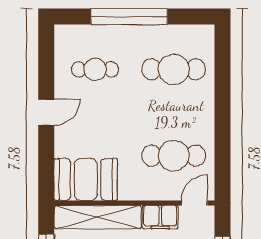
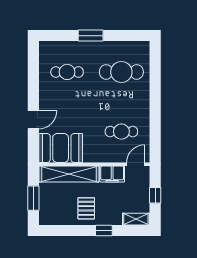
window: (129, 17) -> (91, 36), width x0.47
door: (46, 112) -> (33, 120), moved
cafe table: (174, 156) -> (121, 132), width x0.73, depth x0.74

